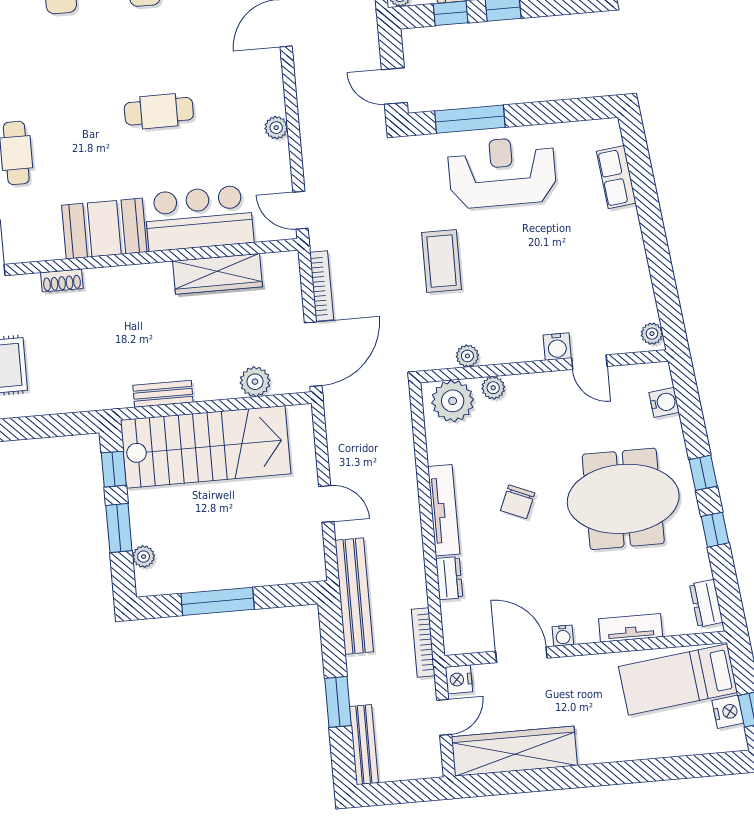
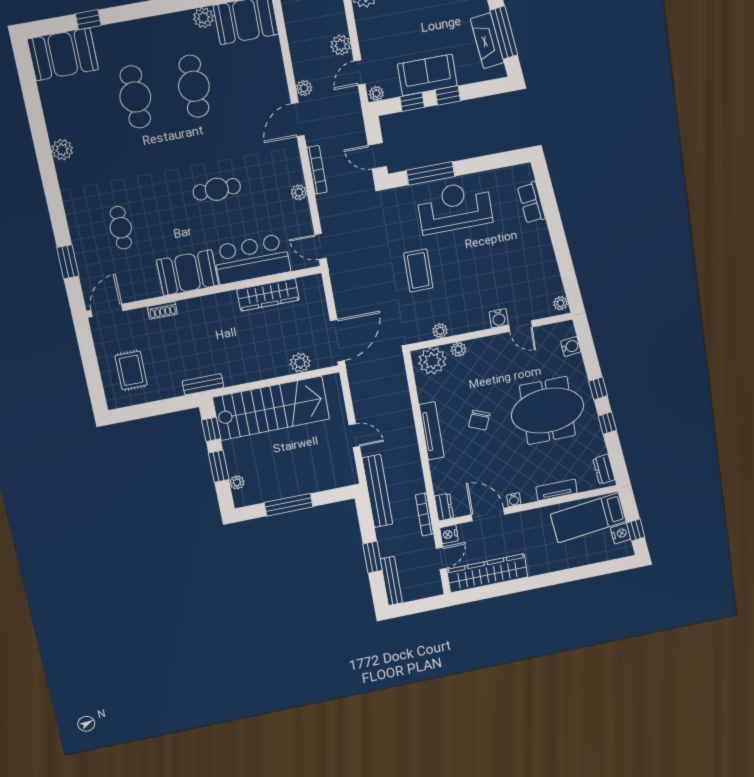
bookcase: (322, 286) -> (317, 170), moved
bench: (163, 394) -> (203, 384), moved
dresser: (449, 578) -> (444, 507), moved

